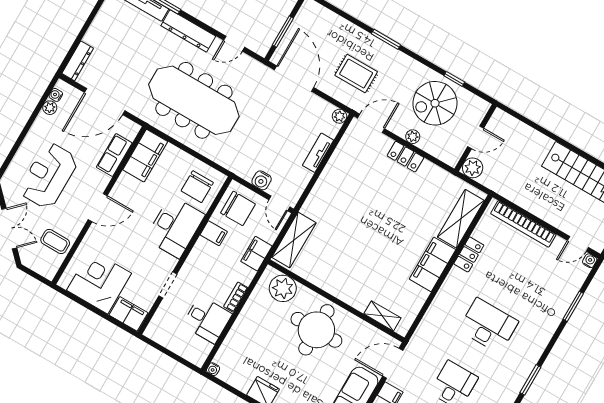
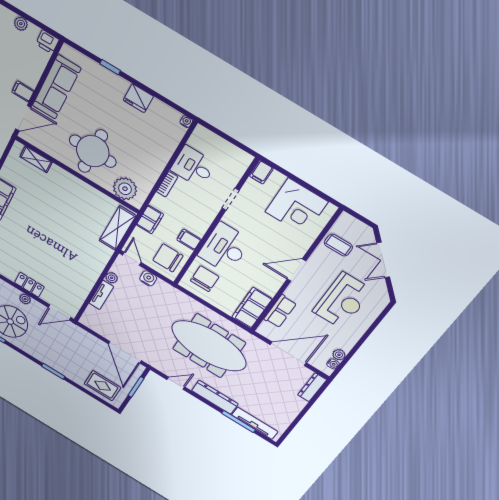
rug: (356, 74) -> (103, 386), moved
plant: (339, 116) -> (112, 278), moved
filing cabinet: (128, 314) -> (261, 172), width x0.50

